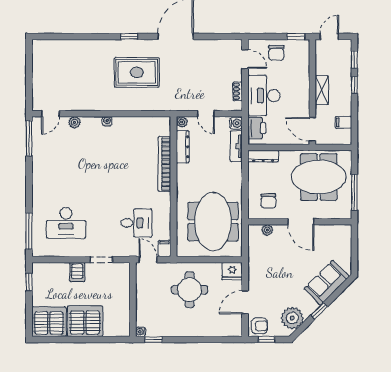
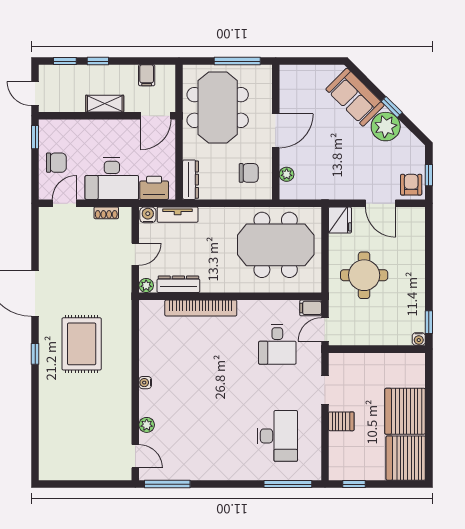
desk: (136, 223) -> (277, 344), turned 180
plant: (292, 318) -> (386, 127), moved

